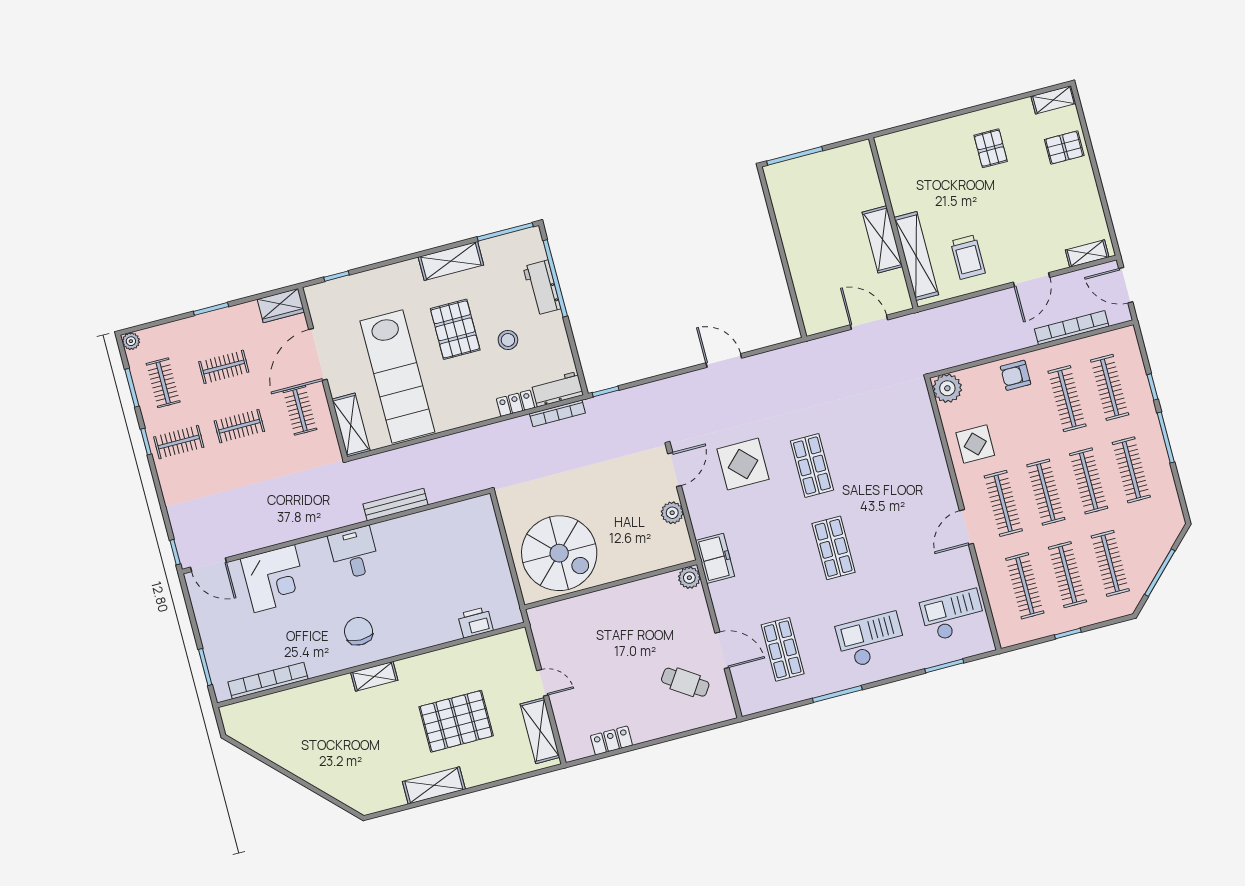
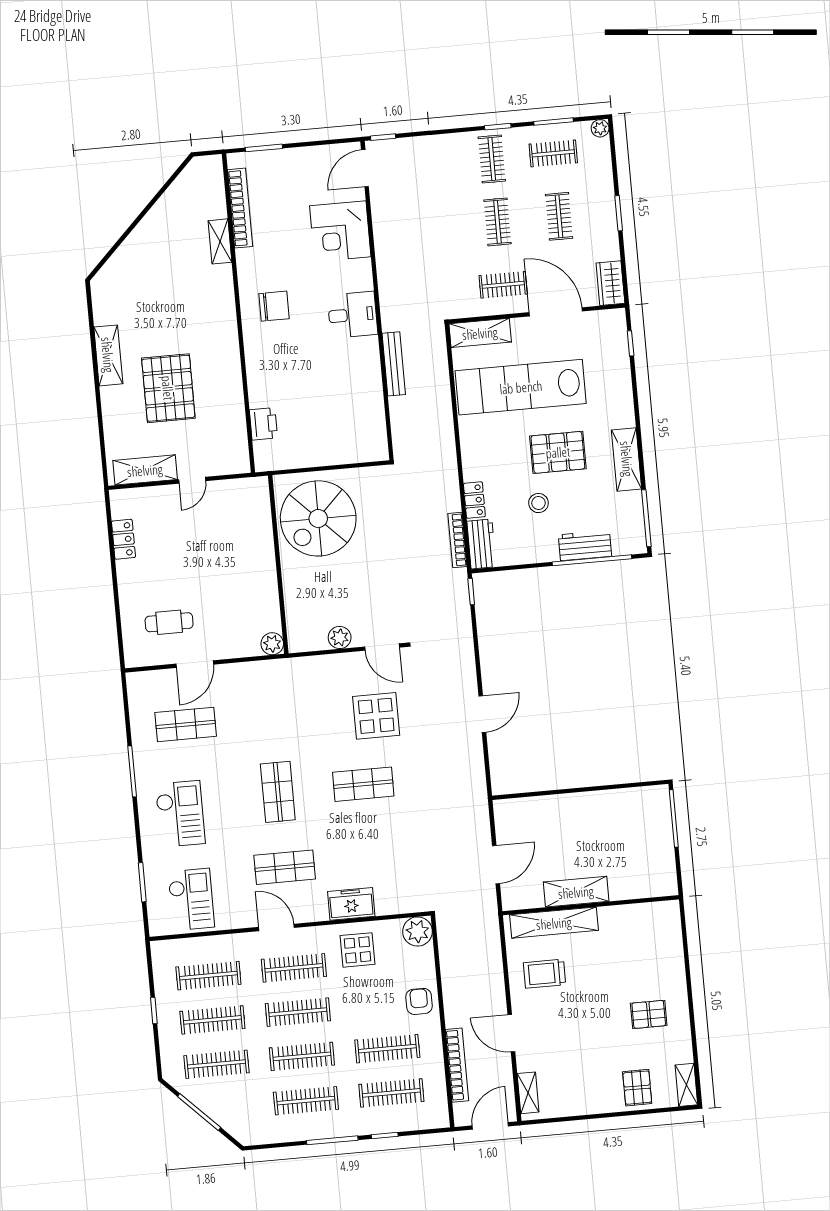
shop shelf: (906, 529) -> (285, 867), added
shop shelf: (834, 548) -> (278, 792), turned 90
freezer: (715, 558) -> (351, 904), moved, turned 180
shelving: (374, 676) -> (220, 241), moved
cafe table: (685, 682) -> (169, 622), turned 56

